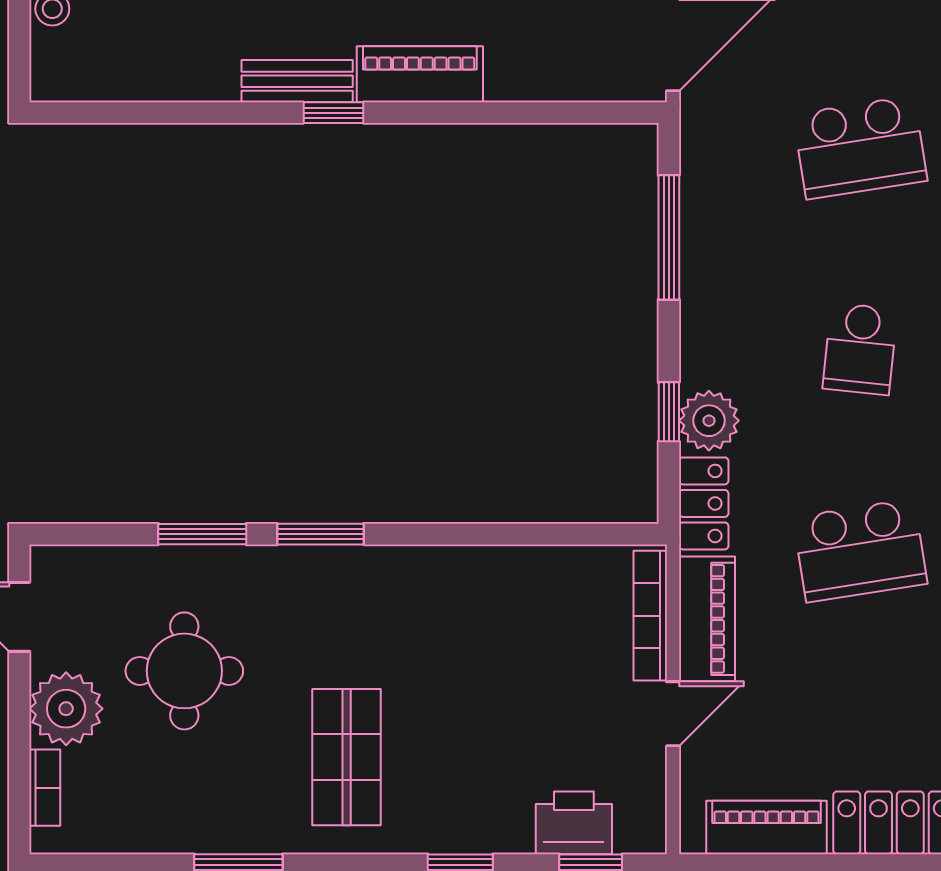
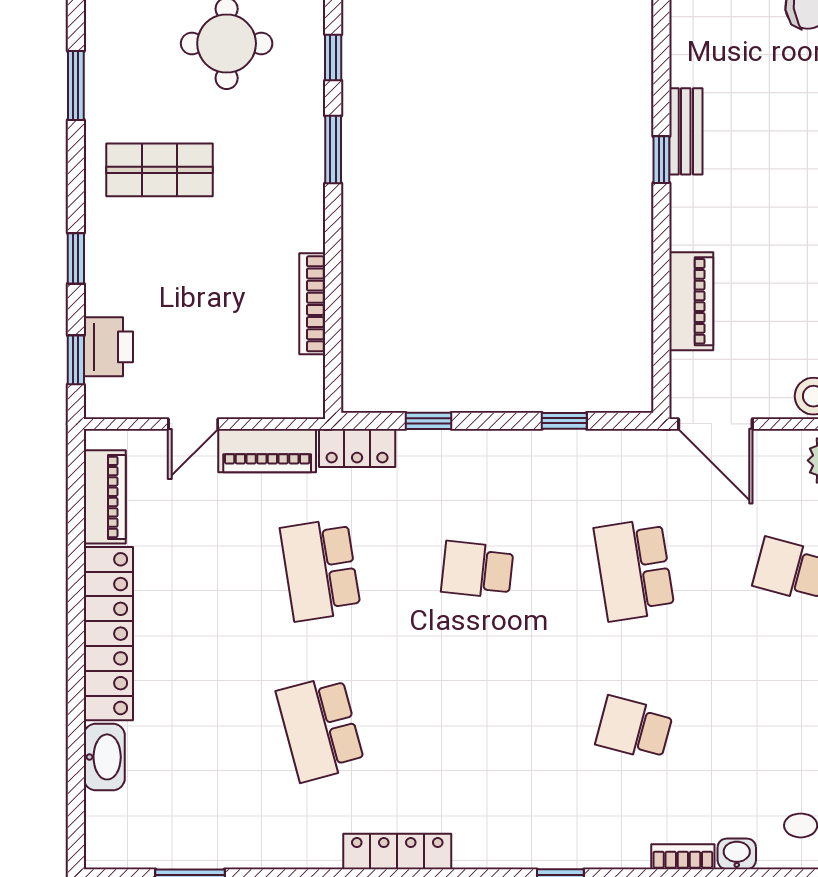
piano: (420, 74) -> (691, 301), moved
window: (669, 237) -> (564, 421), width x0.46
plant: (709, 421) -> (421, 452), removed
window: (202, 534) -> (333, 57), width x0.67
bookcase: (650, 616) -> (312, 304), moved, turned -90
door: (673, 714) -> (193, 424), hinge flipped

